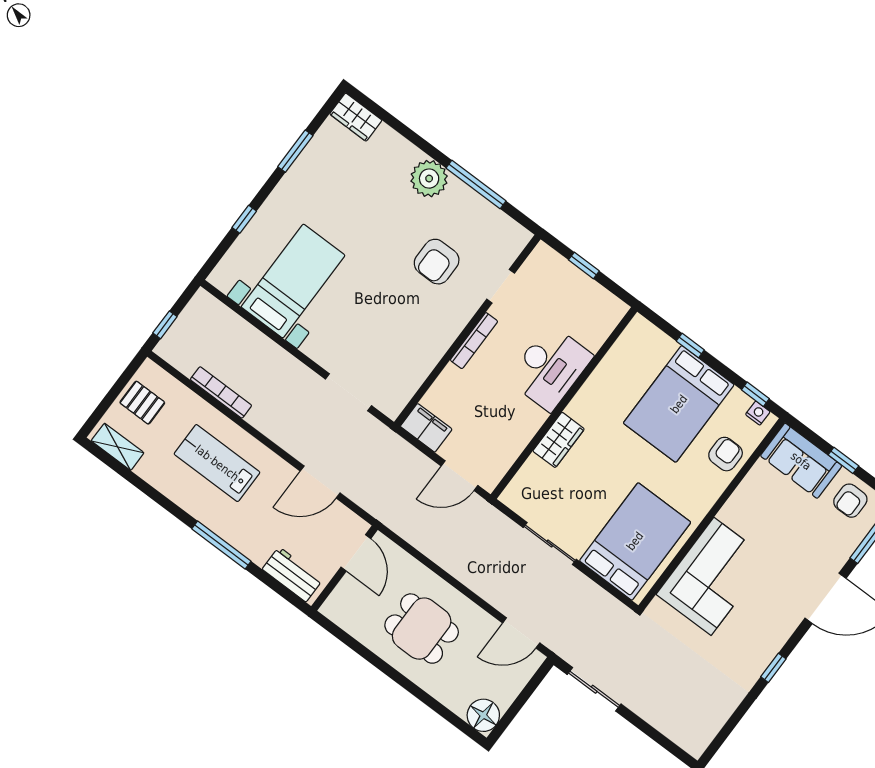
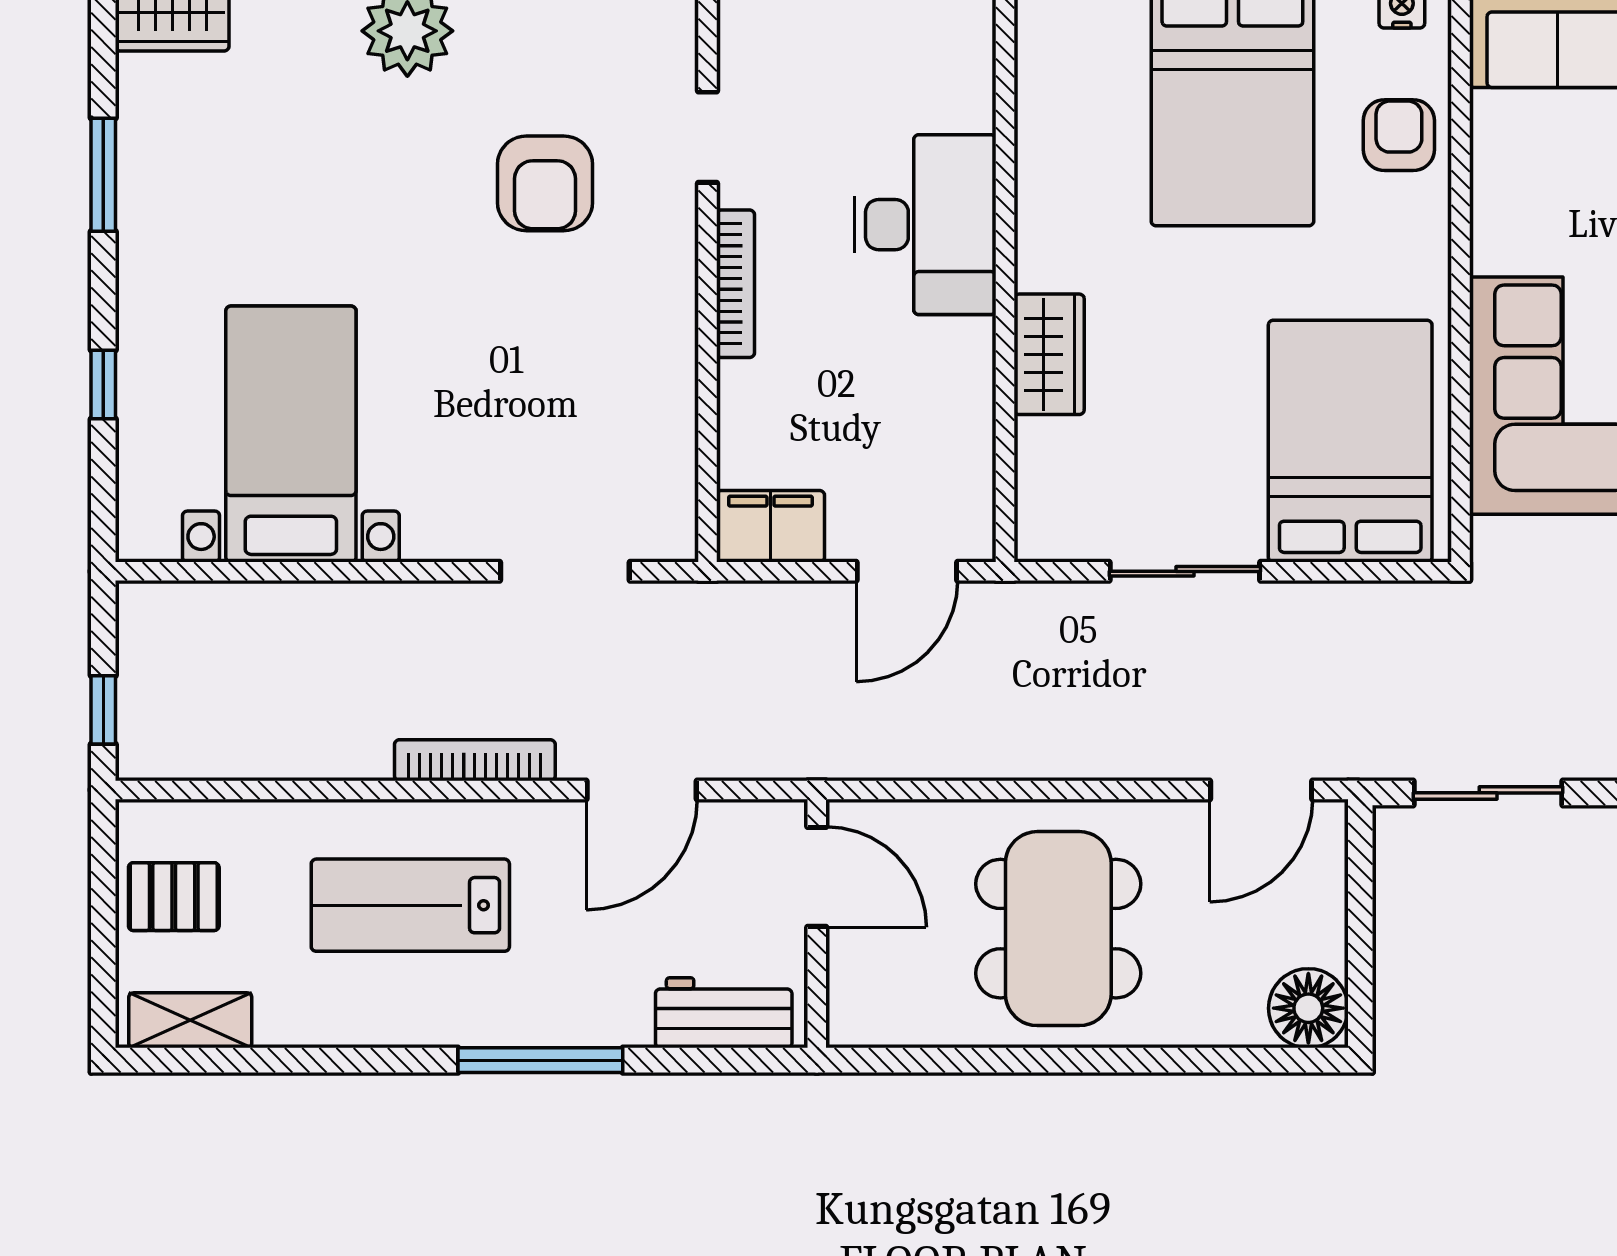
bookcase: (221, 392) -> (475, 760), moved
dining table: (422, 629) -> (1058, 929), width x1.38

